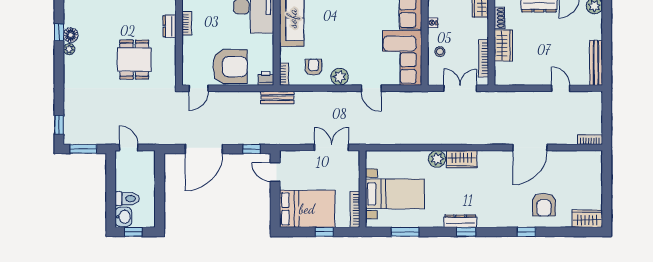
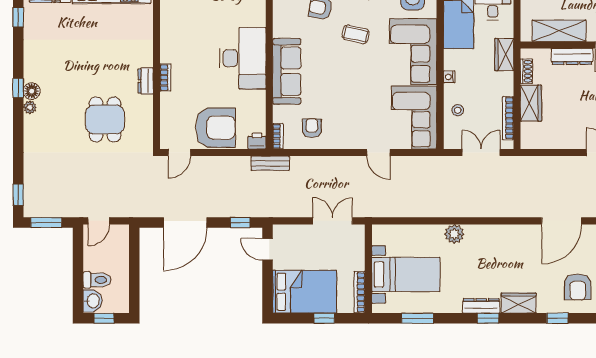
plant: (340, 77) -> (342, 139), removed
door: (129, 148) -> (99, 221), swing flipped
wardrobe: (462, 159) -> (519, 303), moved, turned 180

